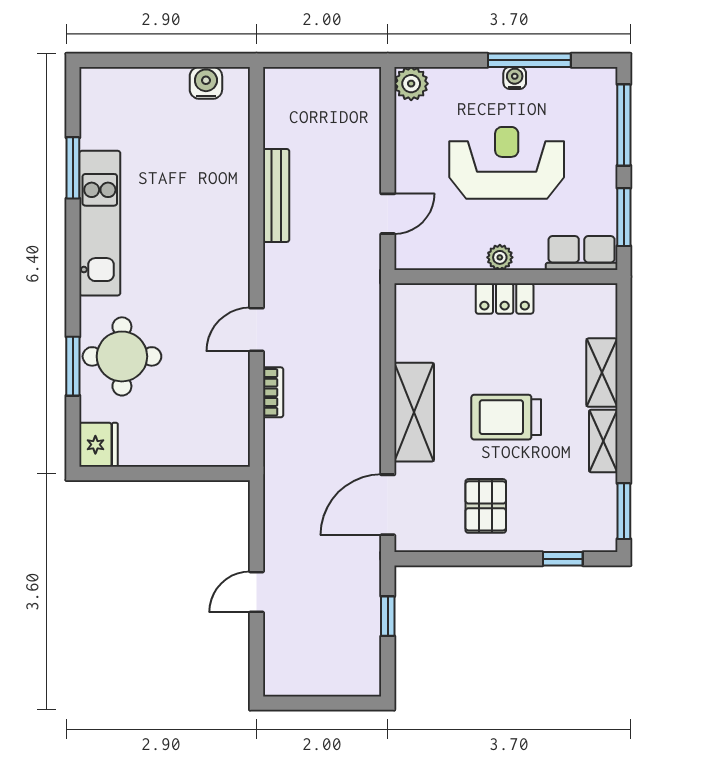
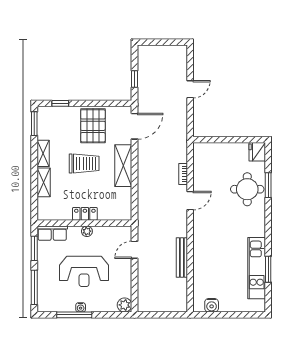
kitchen unit: (100, 223) -> (257, 268), moved
pallet: (486, 506) -> (93, 126), width x1.50, depth x1.42

